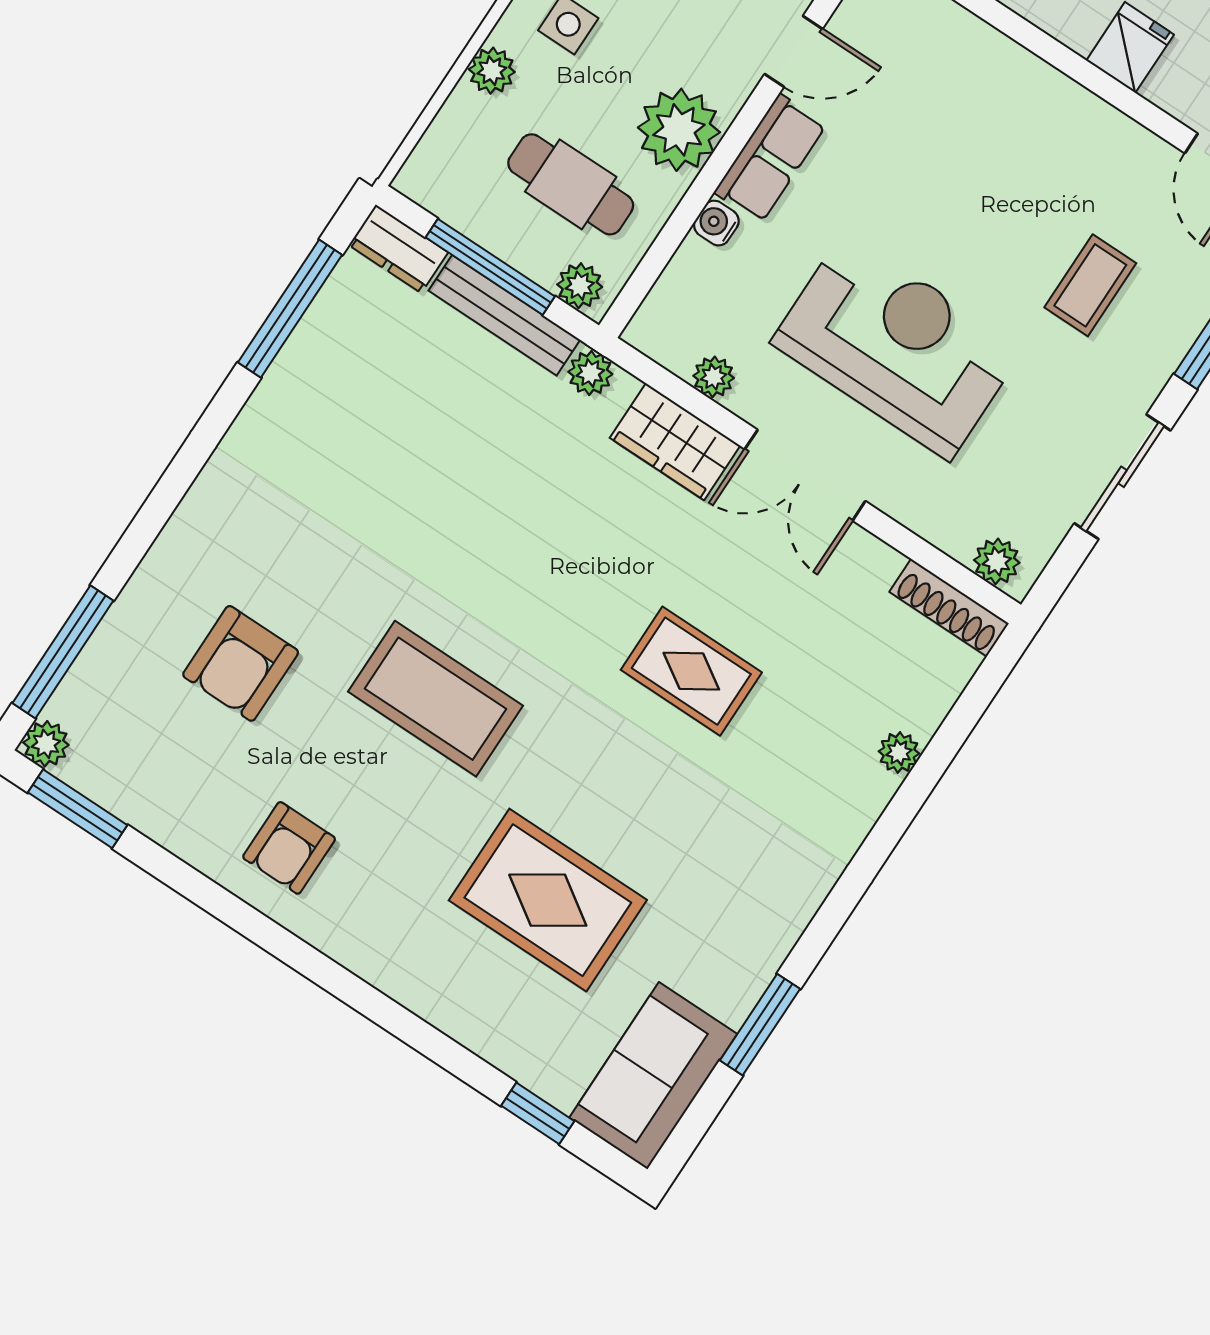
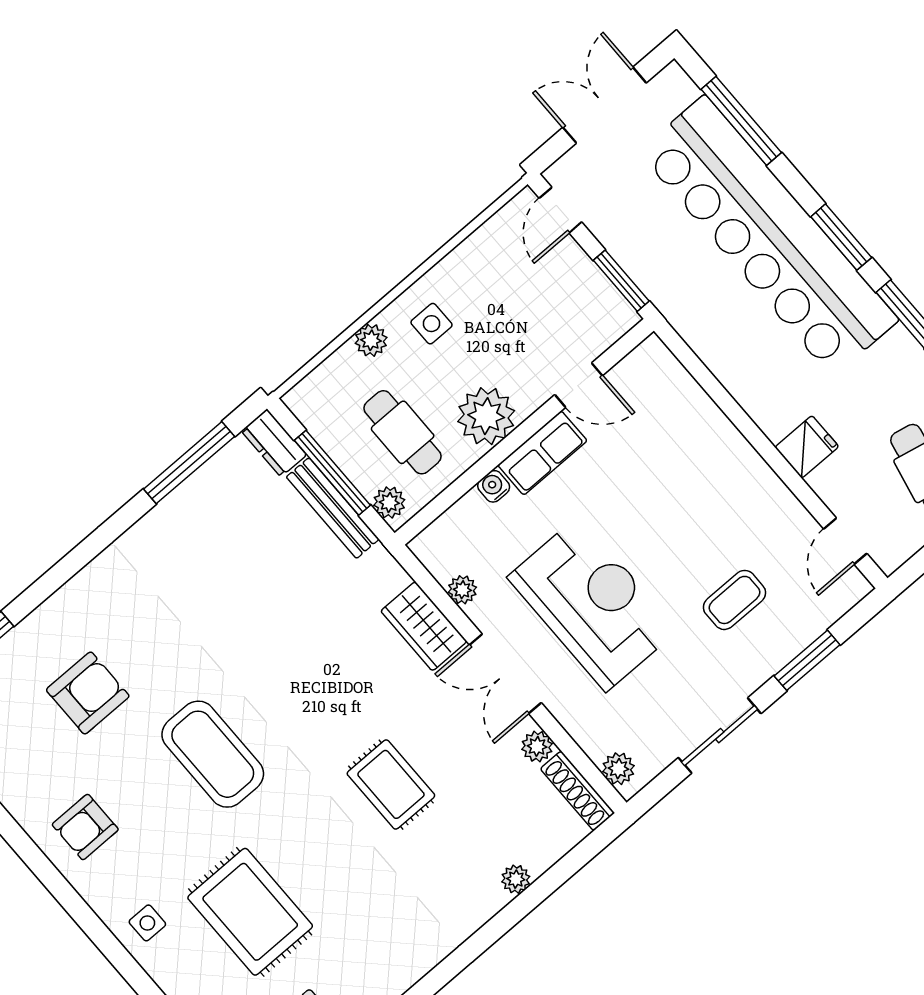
plant: (590, 373) -> (537, 746), moved
armchair: (241, 663) -> (88, 693), turned 180
side table: (411, 955) -> (147, 923), added

